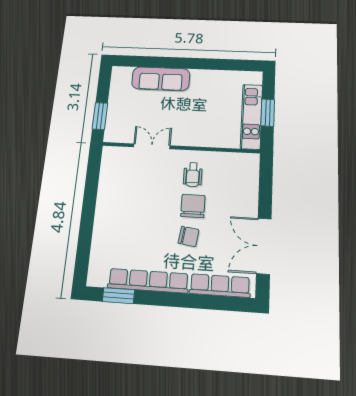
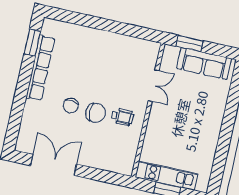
sofa: (161, 79) -> (204, 64), moved, turned -90
wheelchair: (193, 175) -> (123, 117), turned 180
row of seats: (220, 286) -> (28, 124), removed

